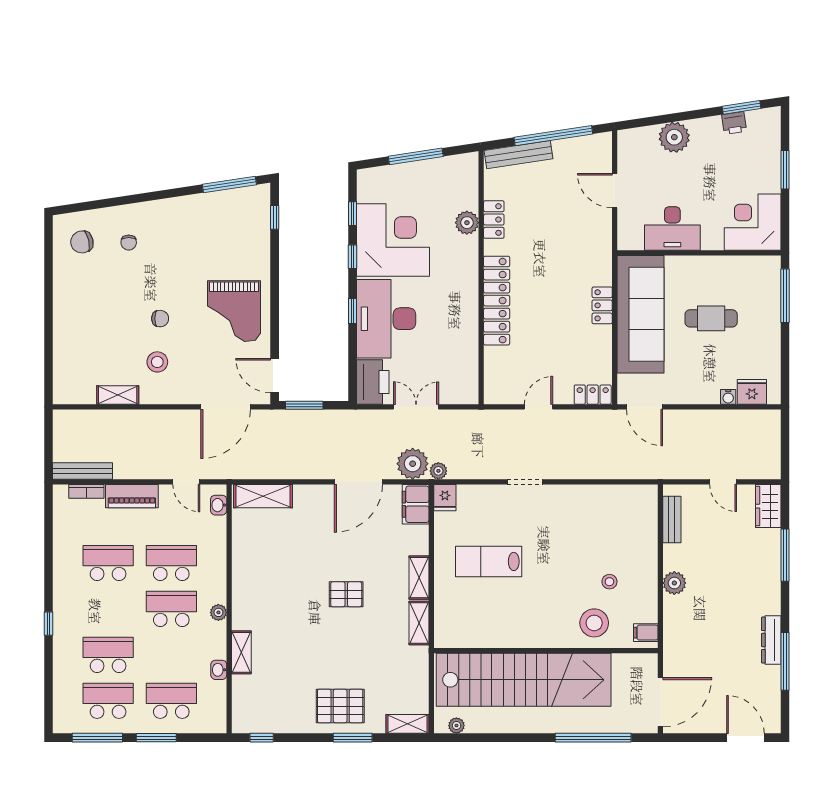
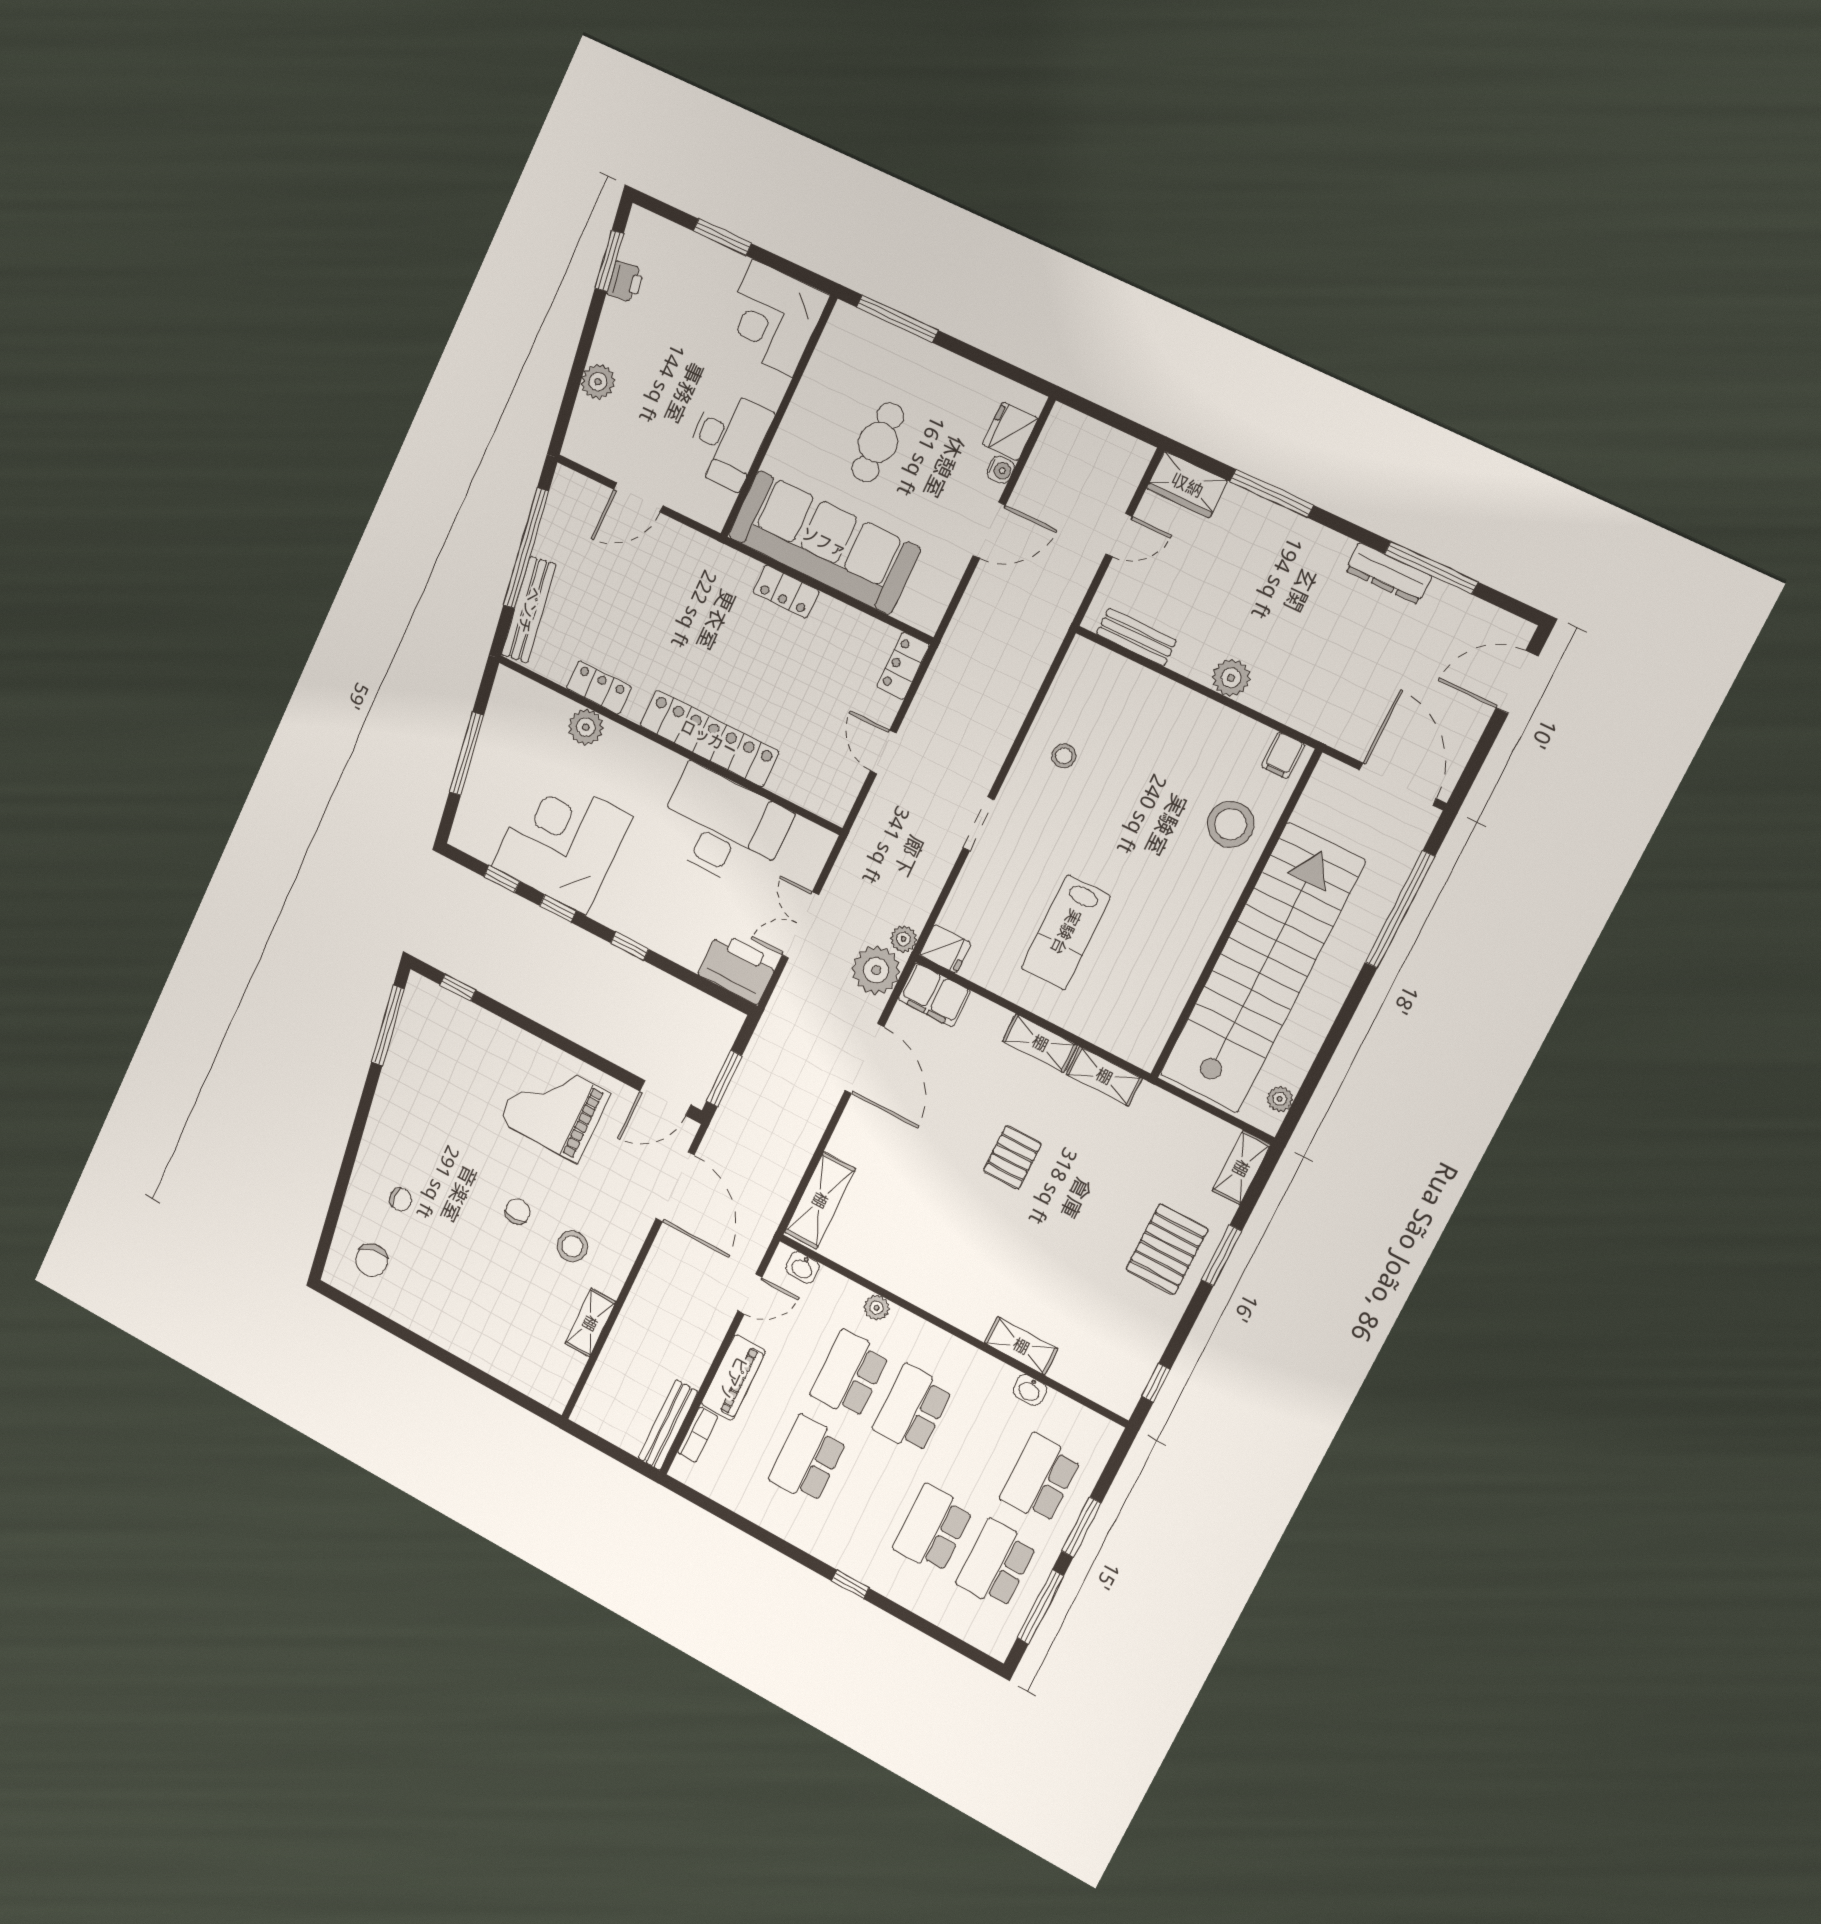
plant: (674, 137) -> (598, 382), width x0.73, depth x0.73
grand piano: (234, 311) -> (554, 1107), turned 180
desk: (386, 319) -> (723, 827), moved, turned 180
door: (645, 407) -> (989, 530), moved
stool: (609, 582) -> (1064, 756), moved
plant: (218, 612) -> (877, 1308), moved

